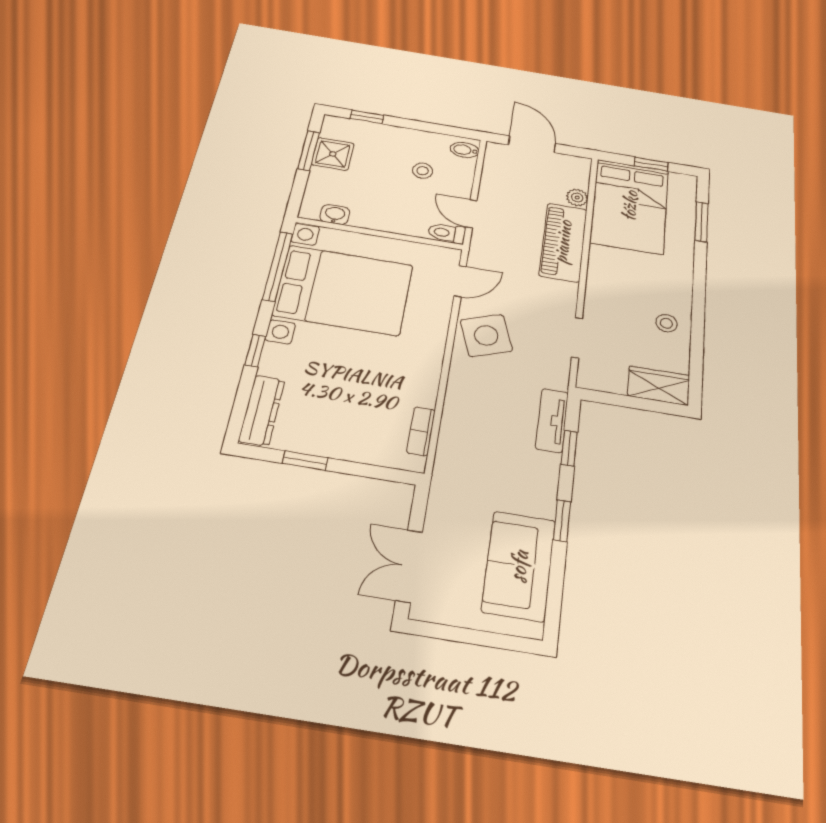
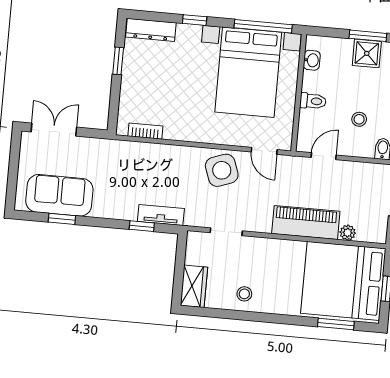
bed: (630, 206) -> (343, 281), width x1.36
toilet: (447, 233) -> (313, 101), moved, turned 90
window: (562, 521) -> (62, 219), moved

